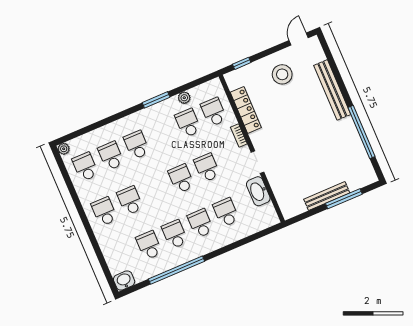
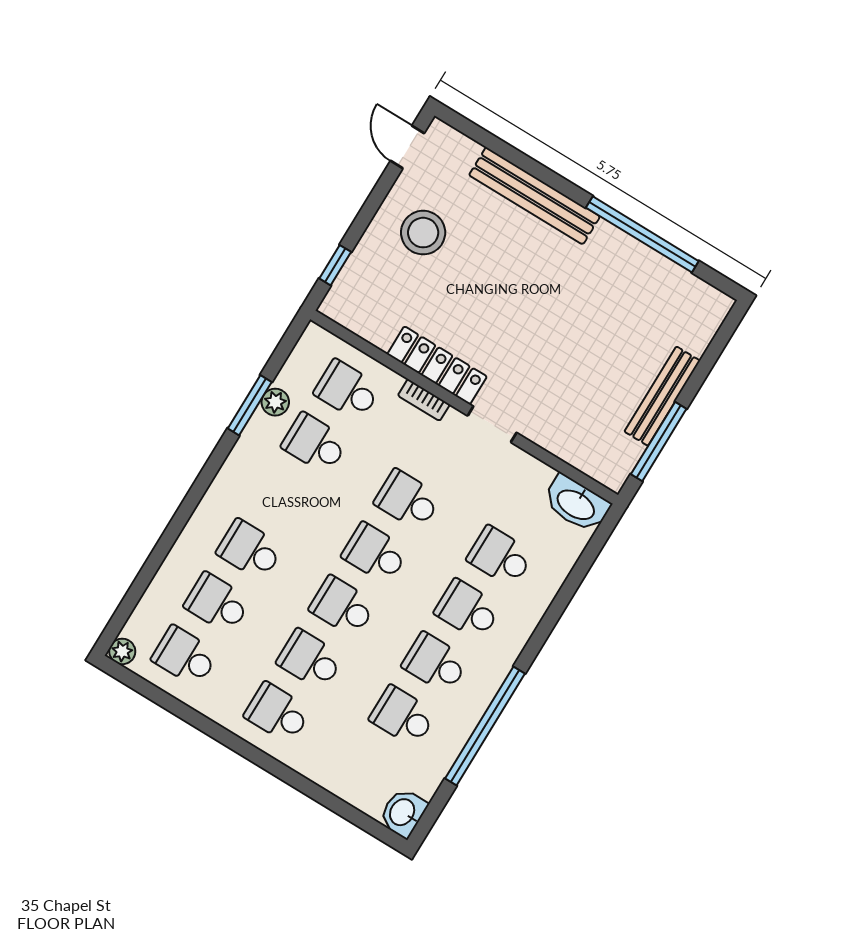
window: (156, 100) -> (250, 405), moved
locker: (246, 110) -> (437, 365), moved
school desk: (156, 190) -> (342, 606), added
washbasin: (258, 191) -> (576, 504), moved
window: (344, 199) -> (659, 441), moved

